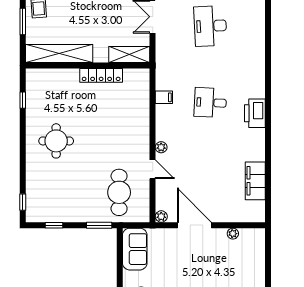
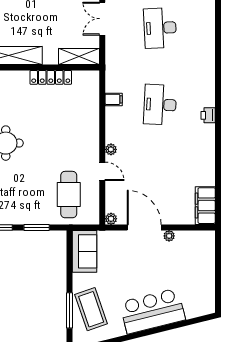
desk: (210, 103) -> (160, 105), width x1.37
printer: (255, 113) -> (208, 115), width x0.53, depth x0.68
filing cabinet: (255, 181) -> (205, 206), moved
window: (99, 225) -> (37, 227), moved
plant: (233, 234) -> (169, 236), moved

